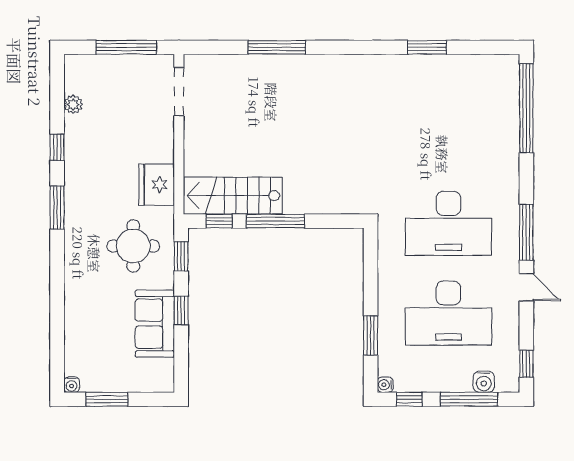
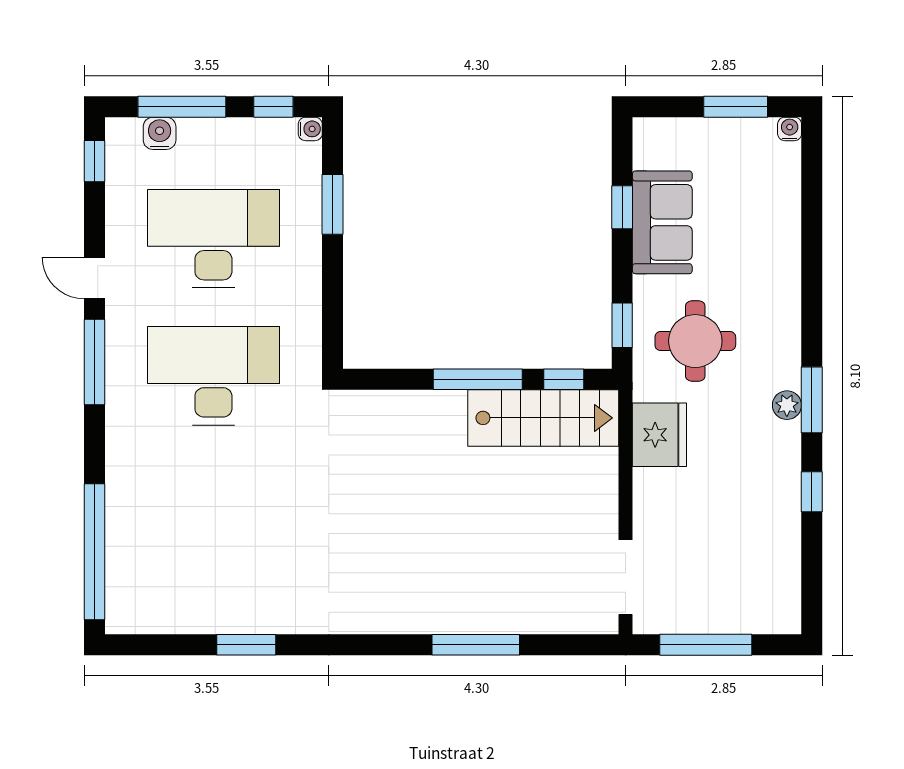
plant: (73, 104) -> (787, 405), moved
window: (181, 310) -> (622, 207), moved

